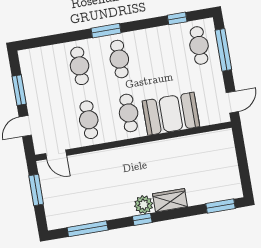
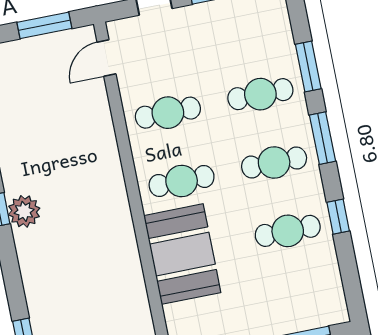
window: (177, 18) -> (338, 217), moved
window: (64, 38) -> (308, 66), added
cafe table: (199, 45) -> (288, 231), moved
wardrobe: (170, 200) -> (33, 257), removed

